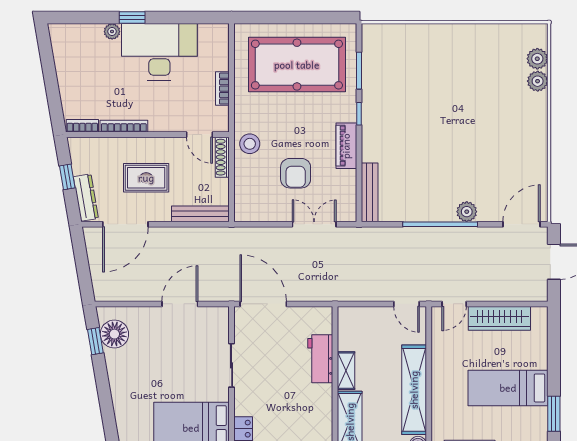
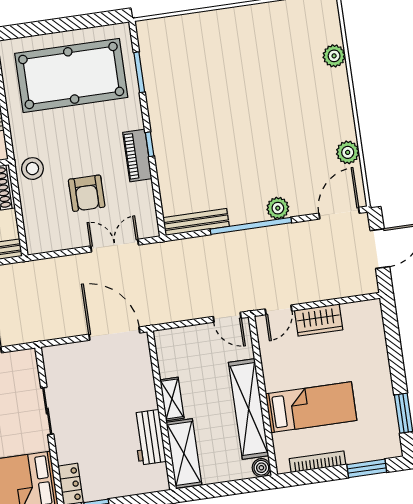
plant: (537, 59) -> (348, 152), moved
window: (359, 114) -> (150, 144), moved
bench: (370, 192) -> (196, 222), moved, turned 90
door: (263, 304) -> (114, 334), moved
wardrobe: (499, 318) -> (319, 320), width x0.67
workbench: (320, 359) -> (149, 437), moved
bed: (508, 388) -> (311, 407), moved, turned 180

